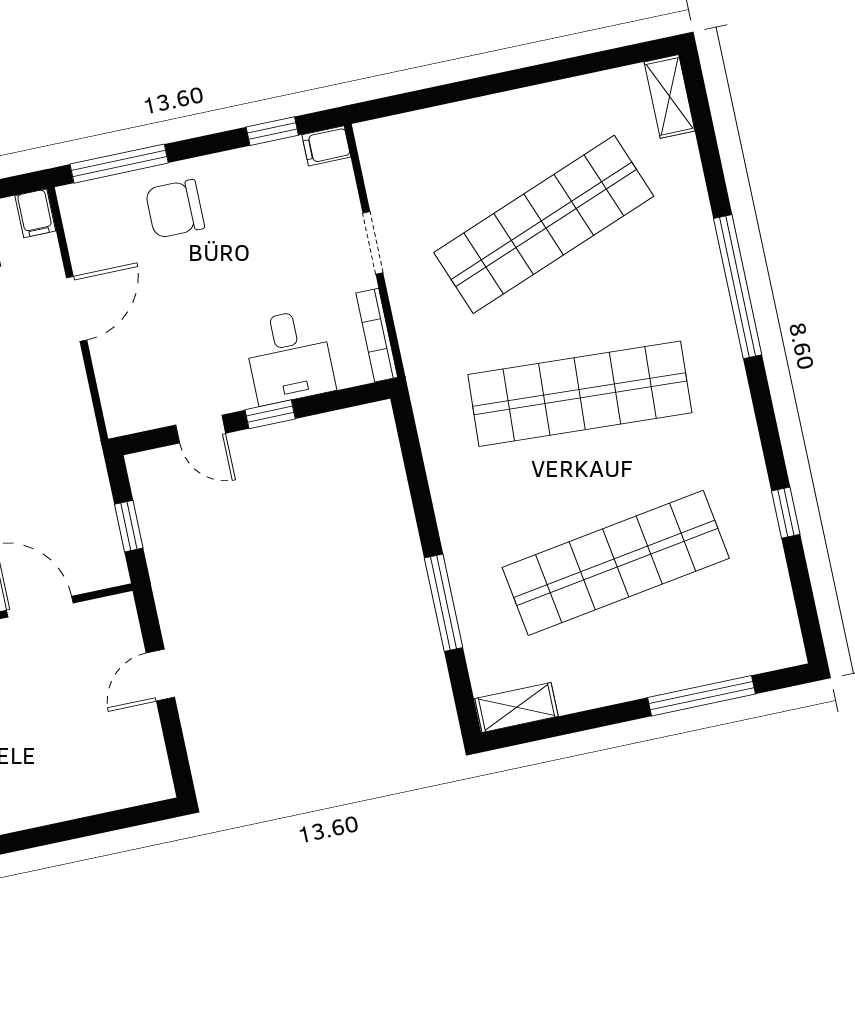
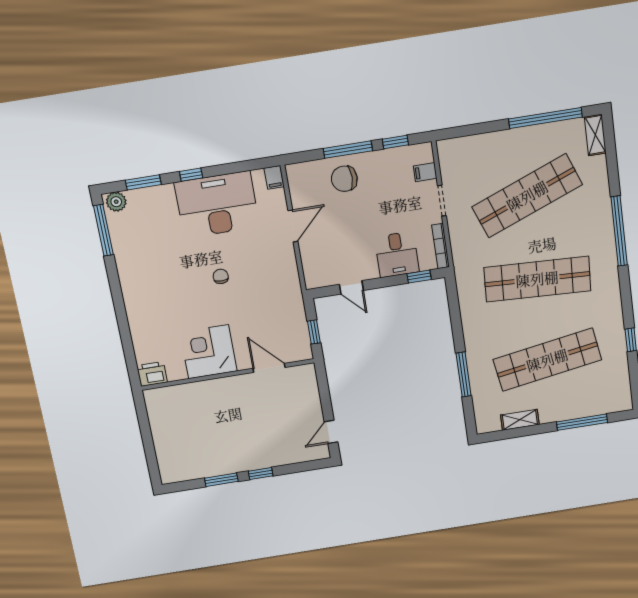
window: (567, 68) -> (545, 118), added
filing cabinet: (326, 146) -> (425, 172), moved
window: (119, 164) -> (348, 150), moved
window: (270, 414) -> (419, 277), moved
door: (160, 675) -> (331, 432), moved
shelving: (516, 707) -> (520, 420), moved
window: (30, 838) -> (261, 473), added

